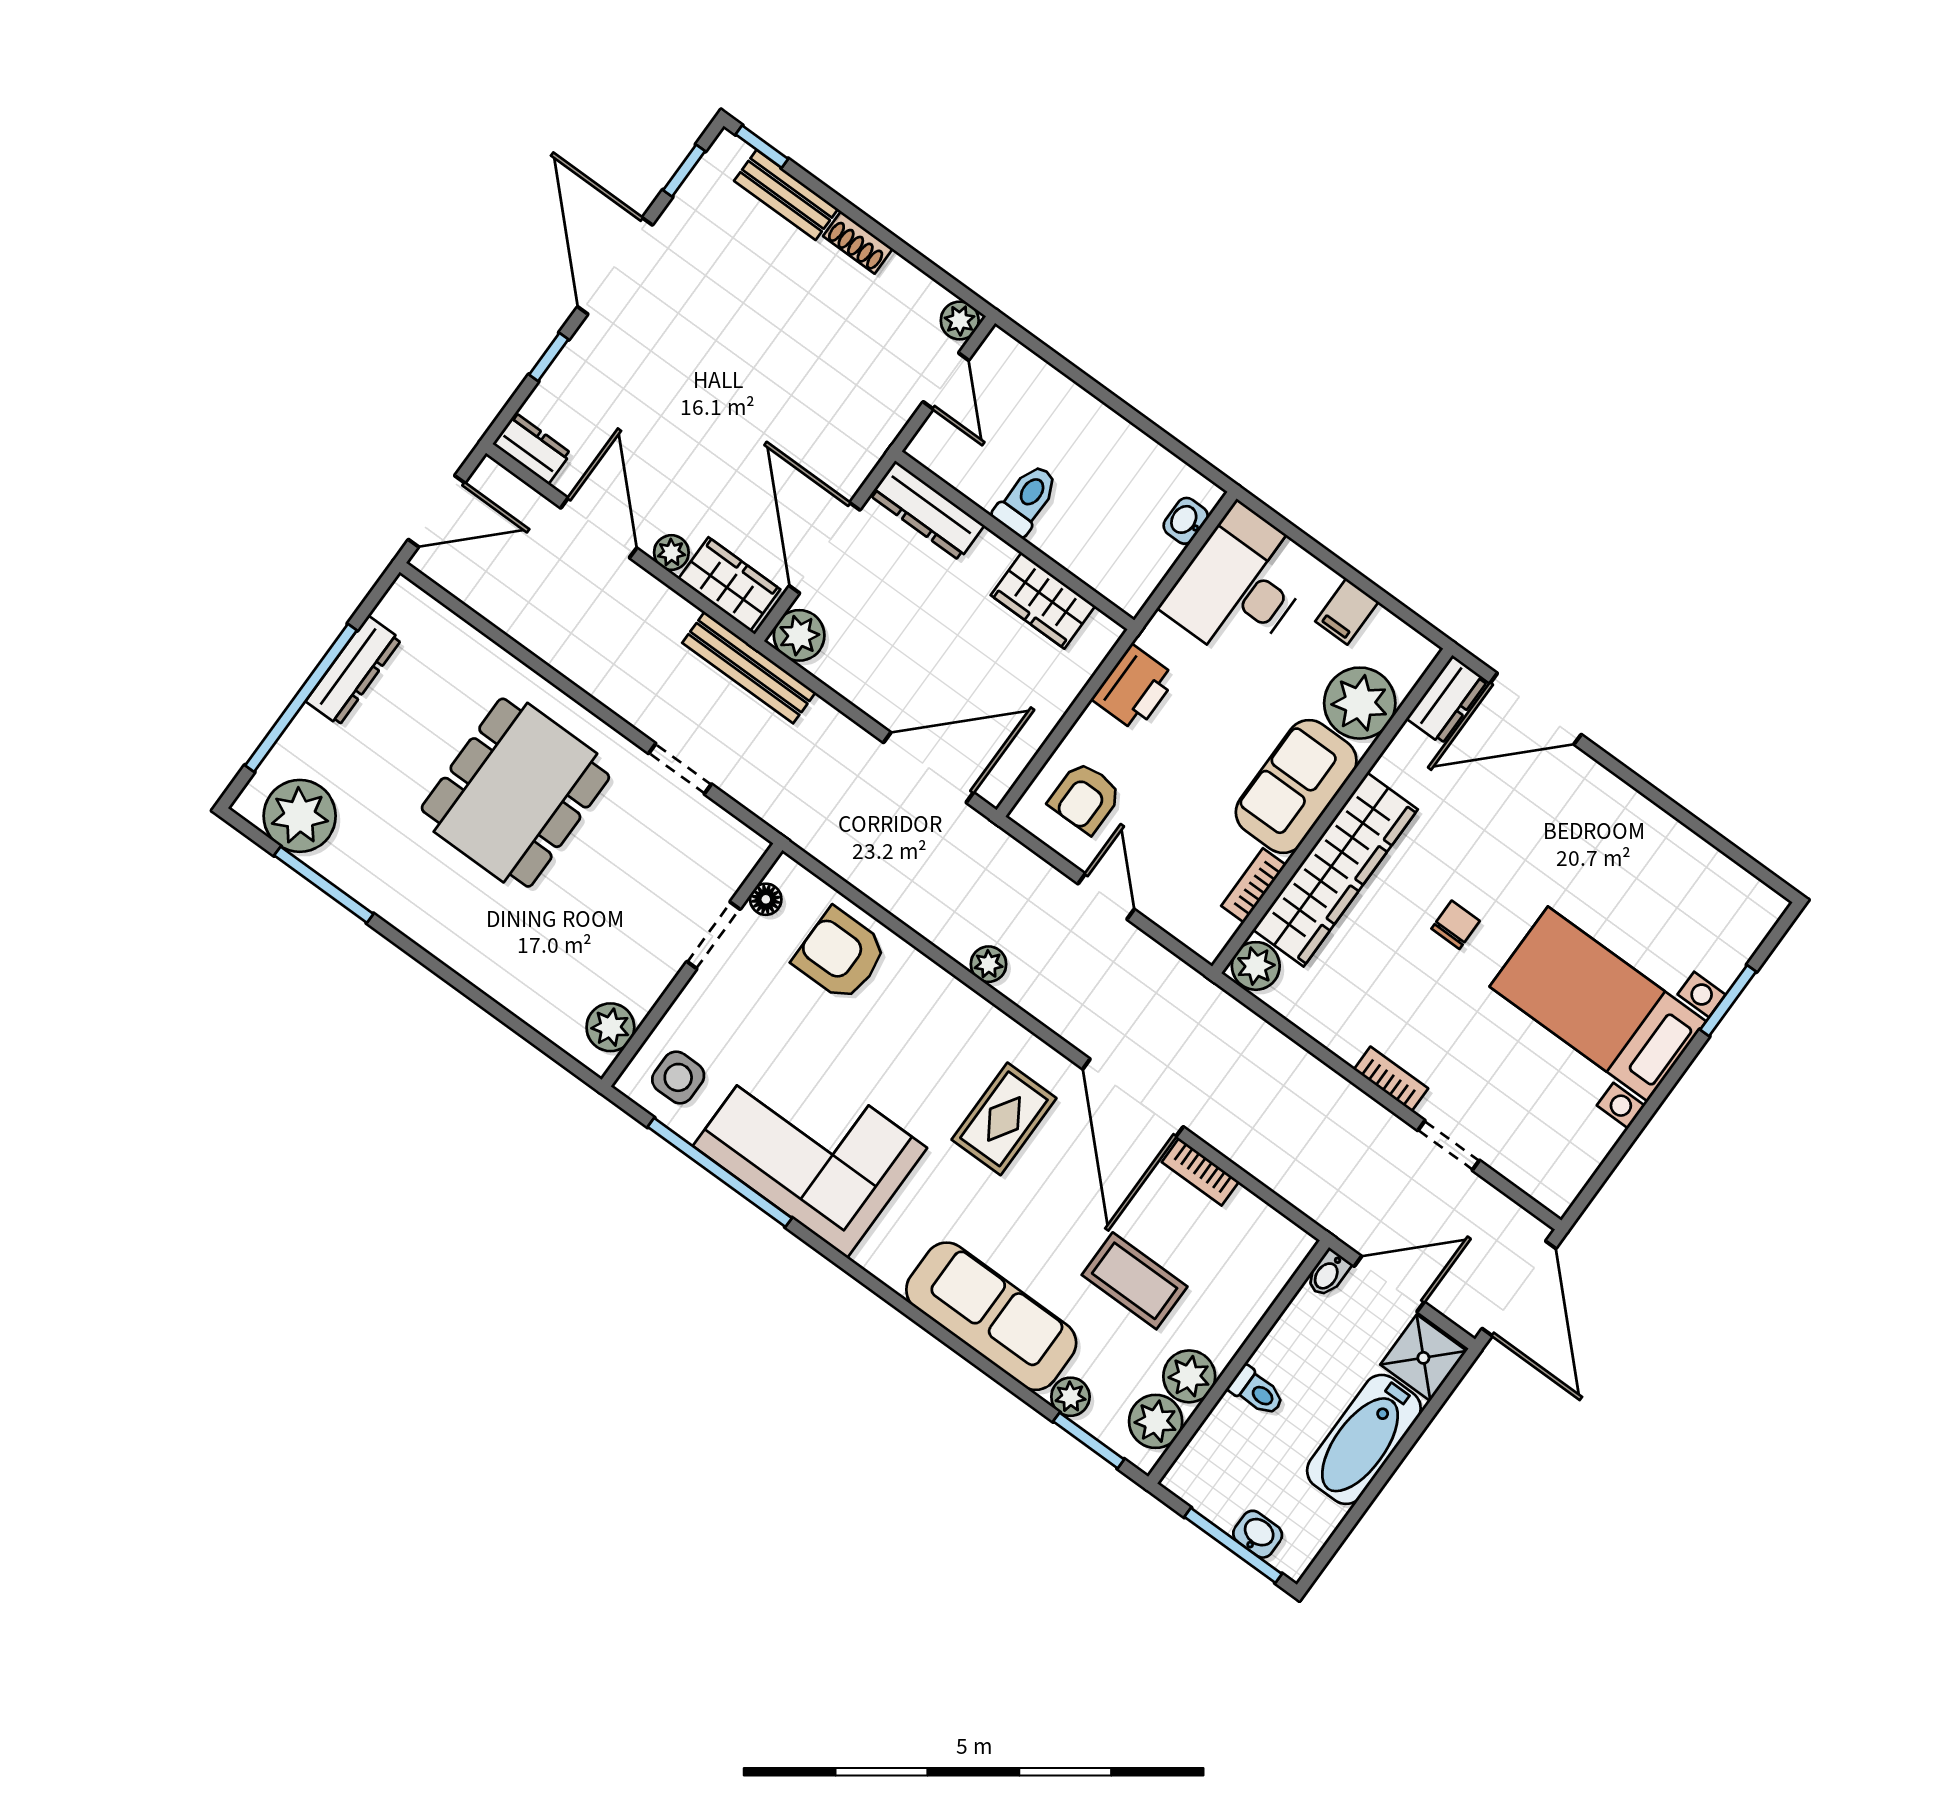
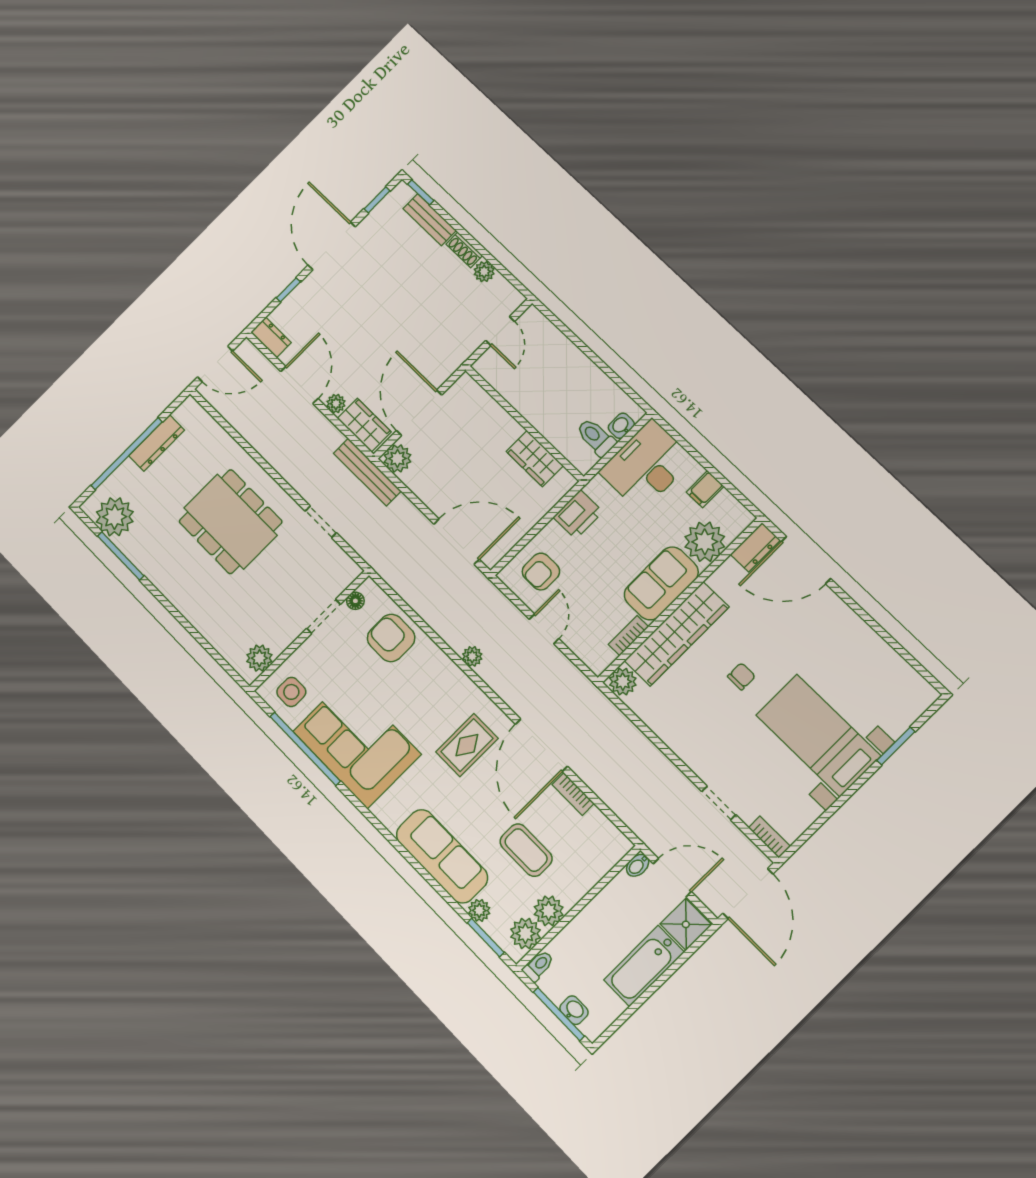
plant: (960, 321) -> (484, 272), moved
toilet: (1026, 500) -> (596, 437), moved, turned -90
dresser: (927, 510) -> (479, 400), removed
dining table: (515, 793) -> (231, 522), turned 90
bookcase: (1391, 1079) -> (769, 837), moved
toilet: (1257, 1391) -> (538, 966), moved, turned -90

